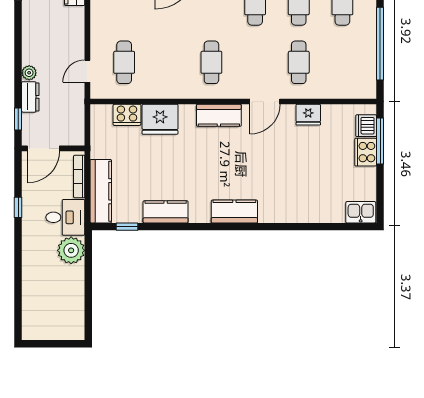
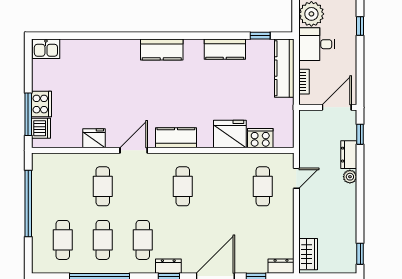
bookcase: (79, 176) -> (304, 82), width x0.64
window: (18, 207) -> (360, 26), moved

